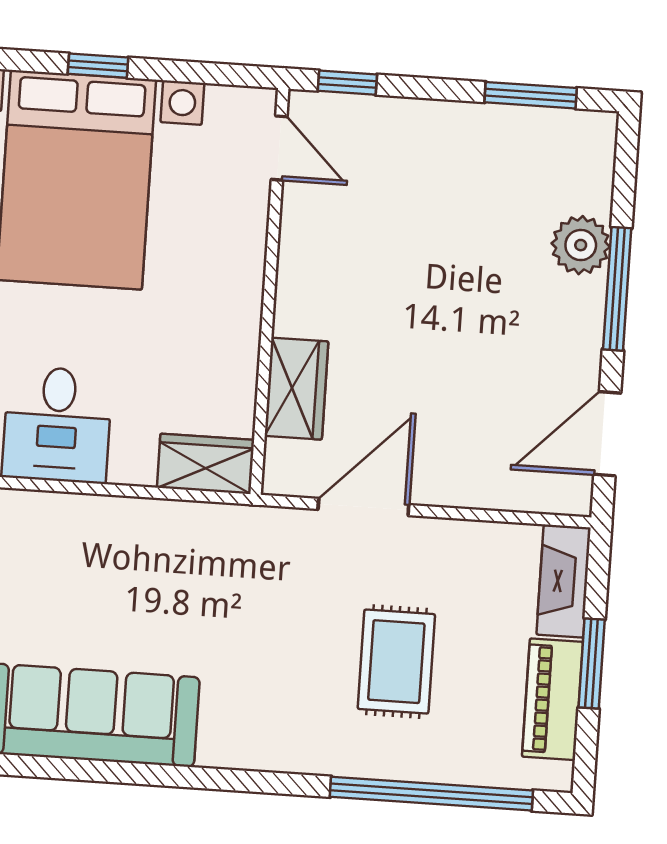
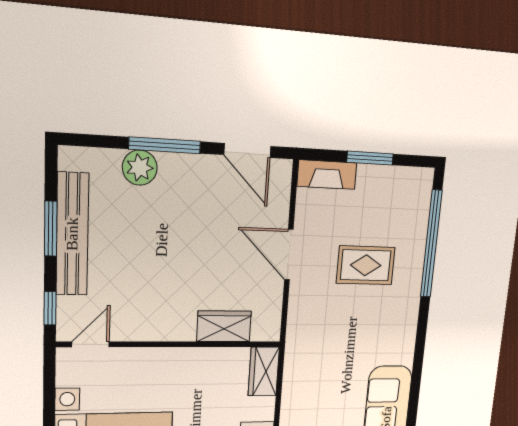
window: (531, 95) -> (51, 229), moved
bench: (472, 127) -> (72, 234), added
door: (363, 507) -> (289, 255), moved
piano: (552, 699) -> (388, 180), removed

